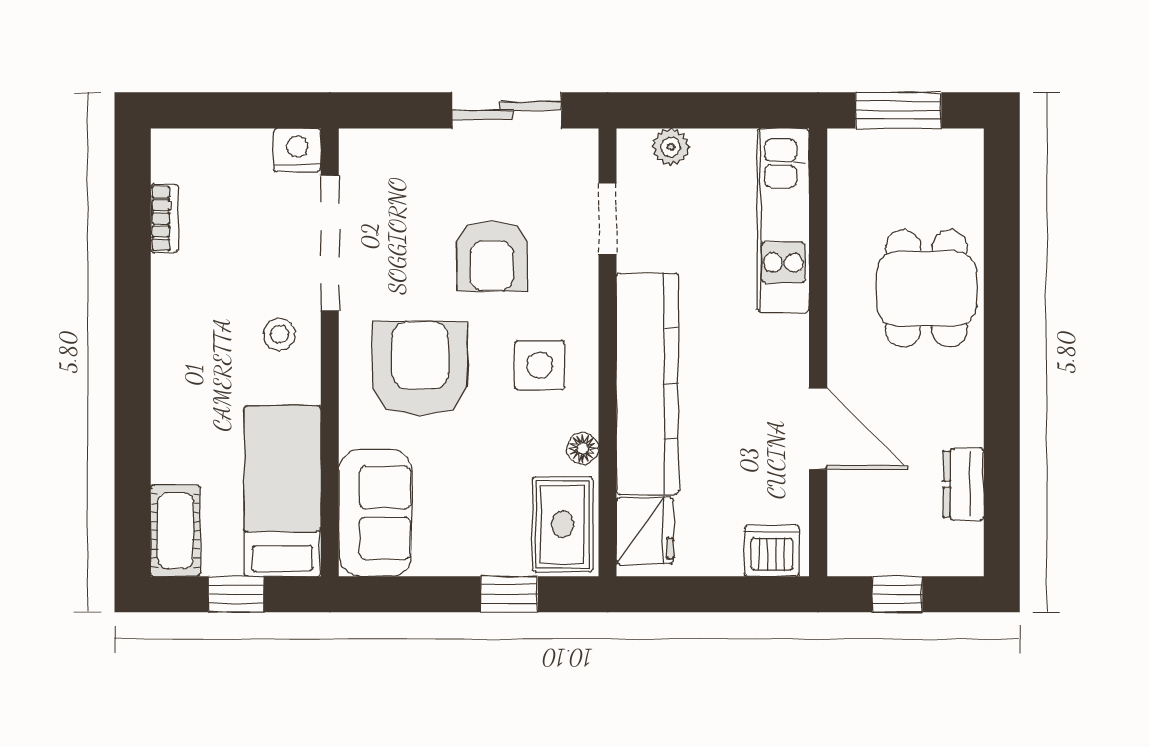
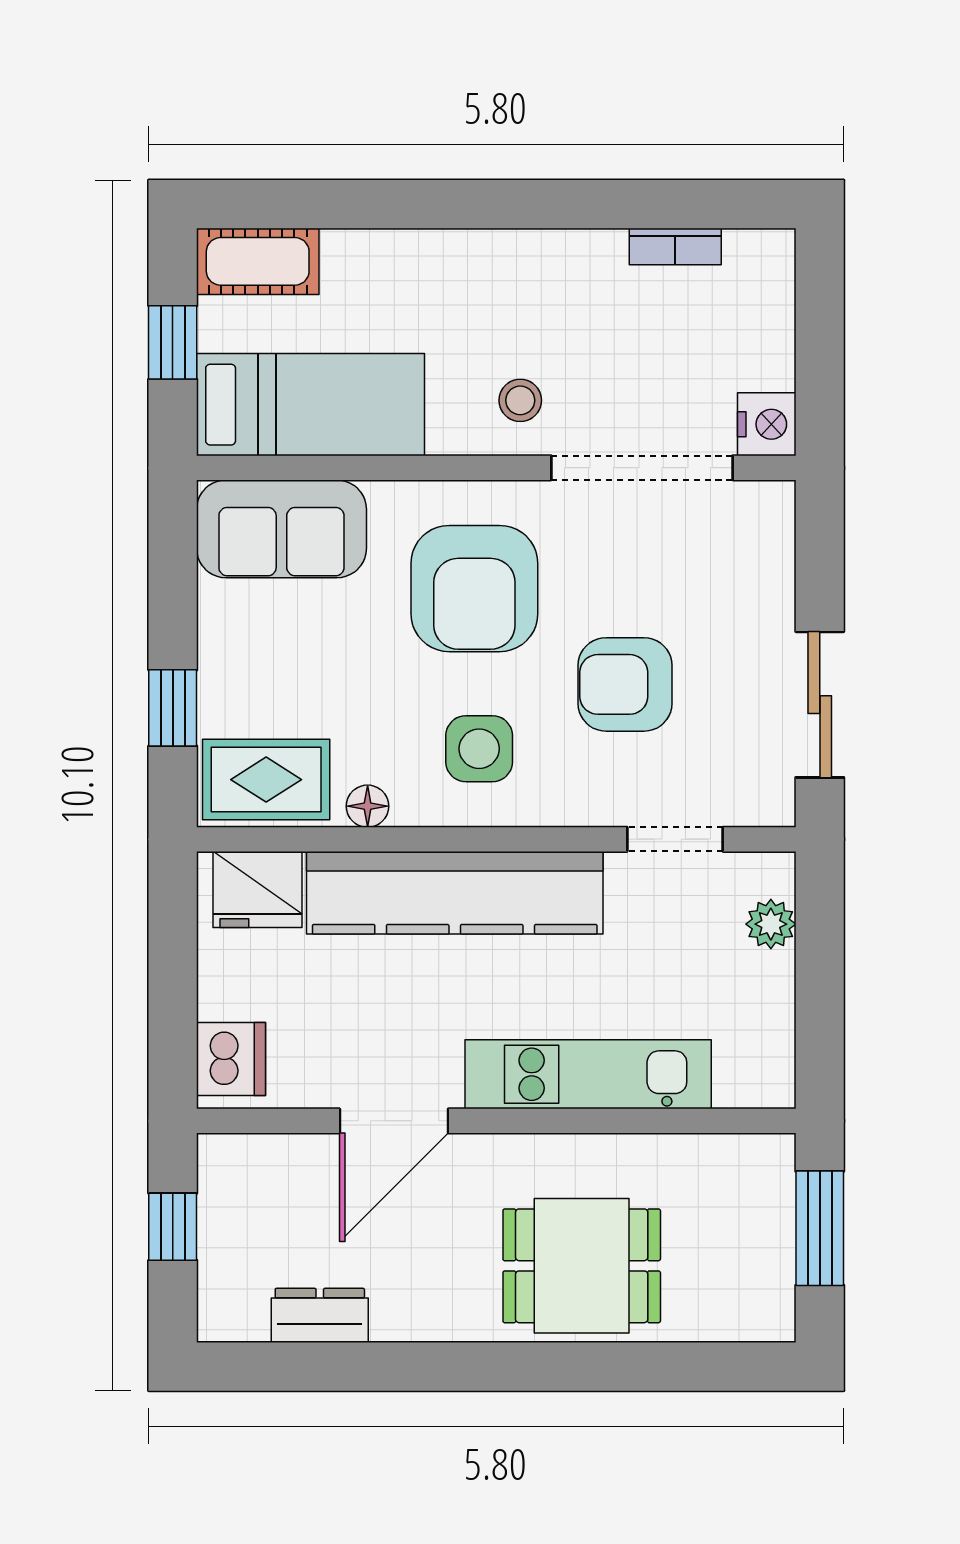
kitchen unit: (783, 220) -> (588, 1074), moved
armchair: (420, 369) -> (474, 589), turned 90

